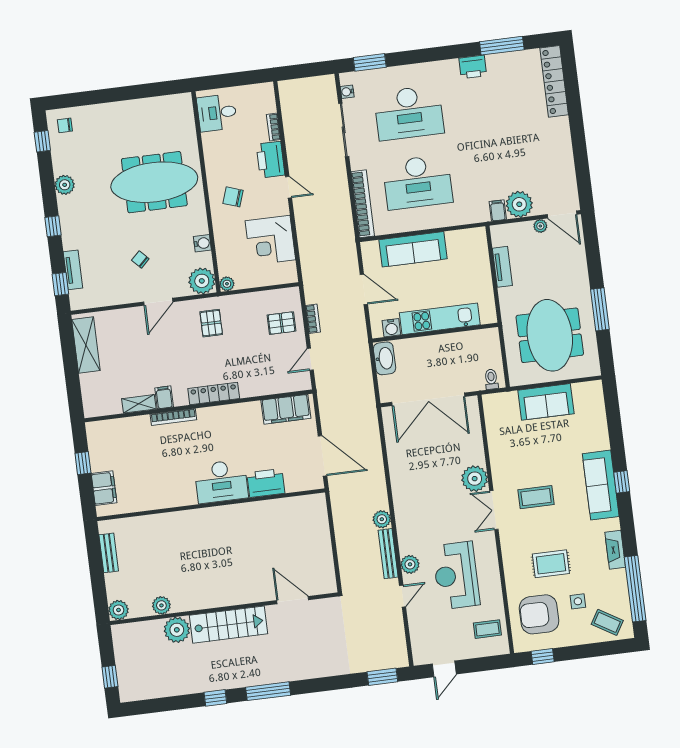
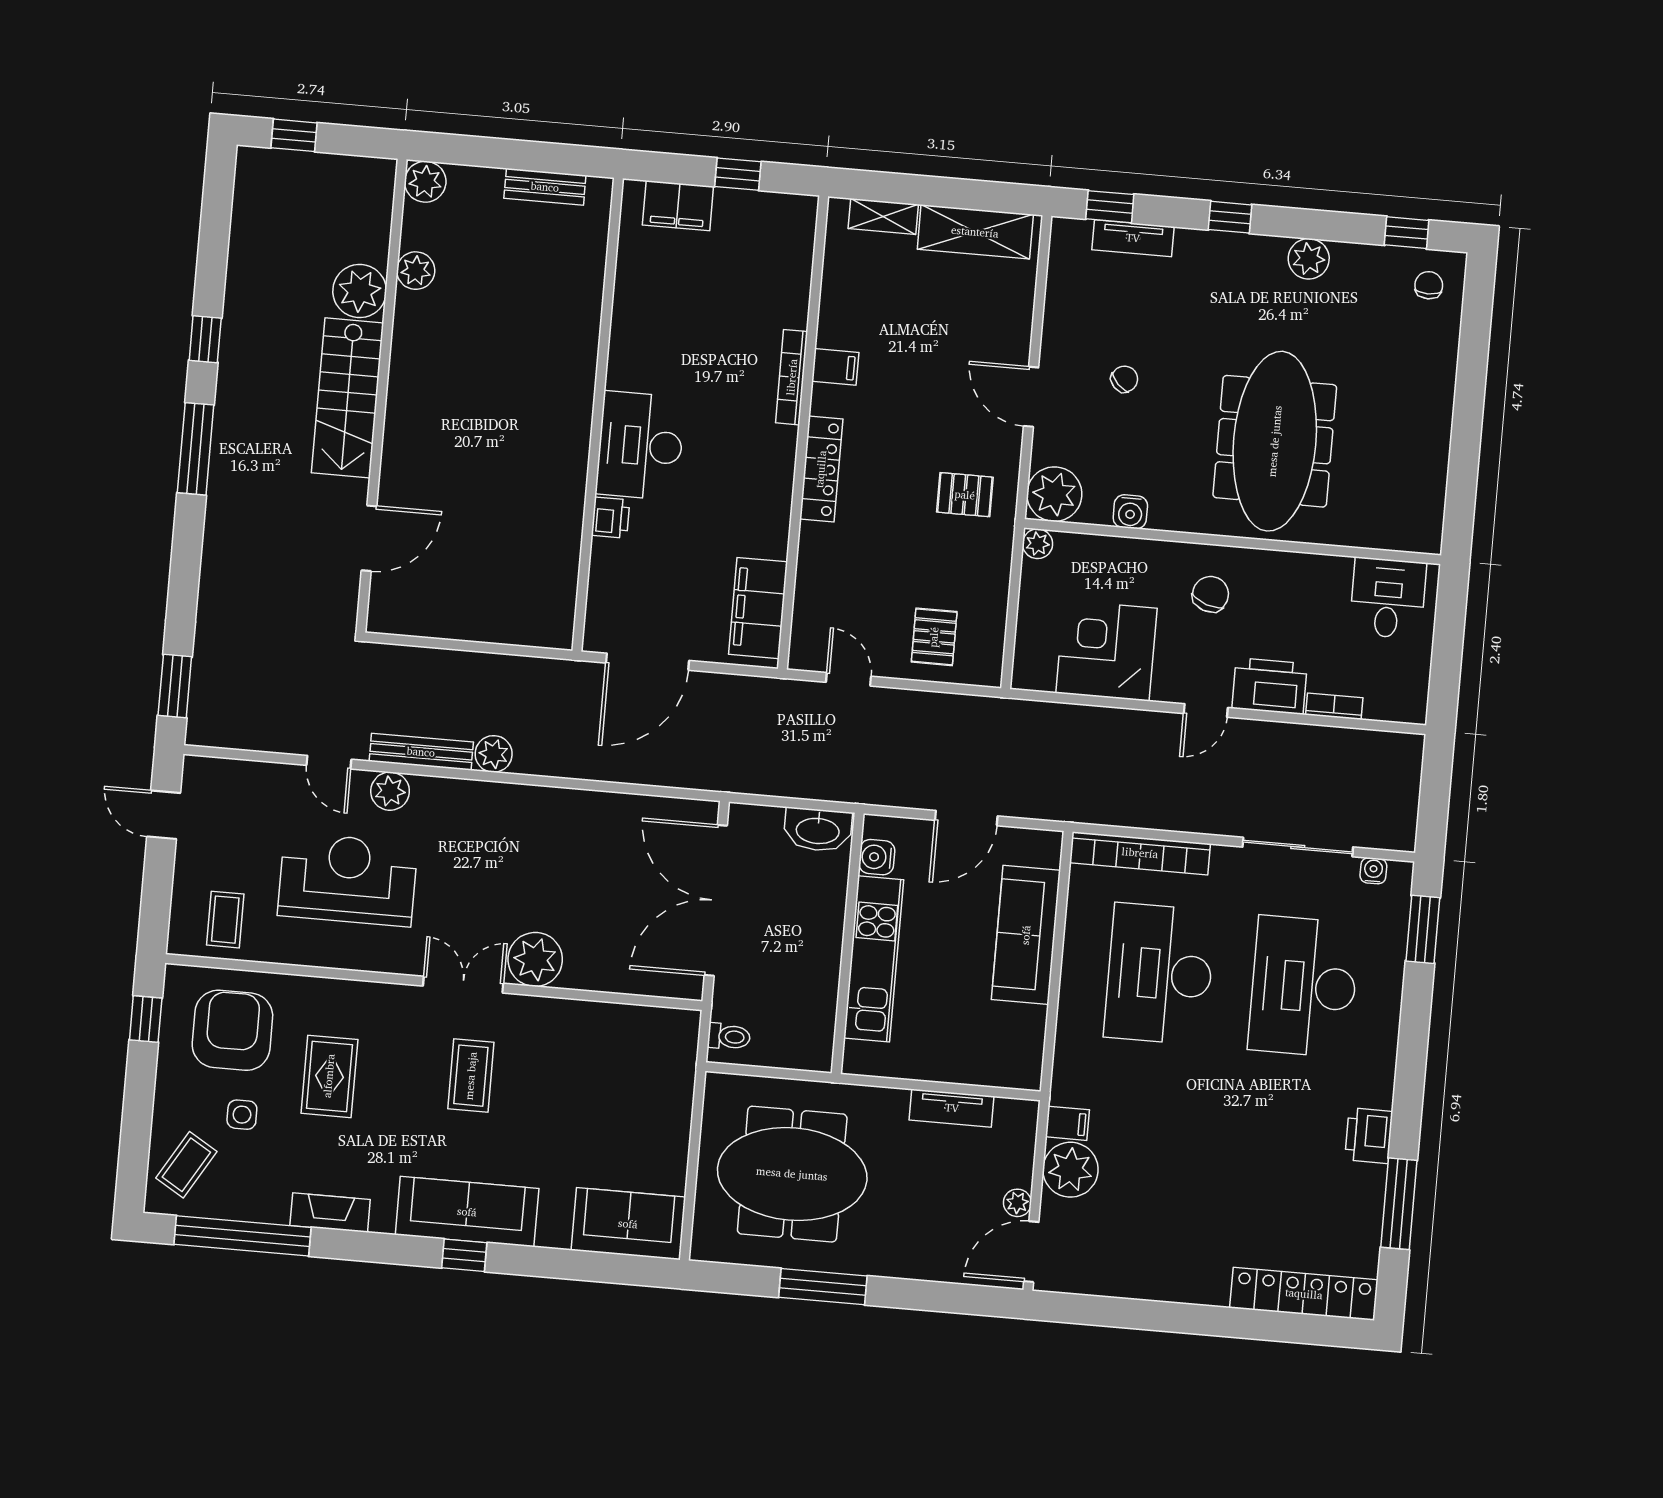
bookcase: (313, 319) -> (929, 702), removed
sofa: (546, 402) -> (628, 1224), moved, turned 90
shelving: (139, 404) -> (883, 216), moved, turned 90
printer: (266, 483) -> (611, 518), width x0.53, depth x0.68

